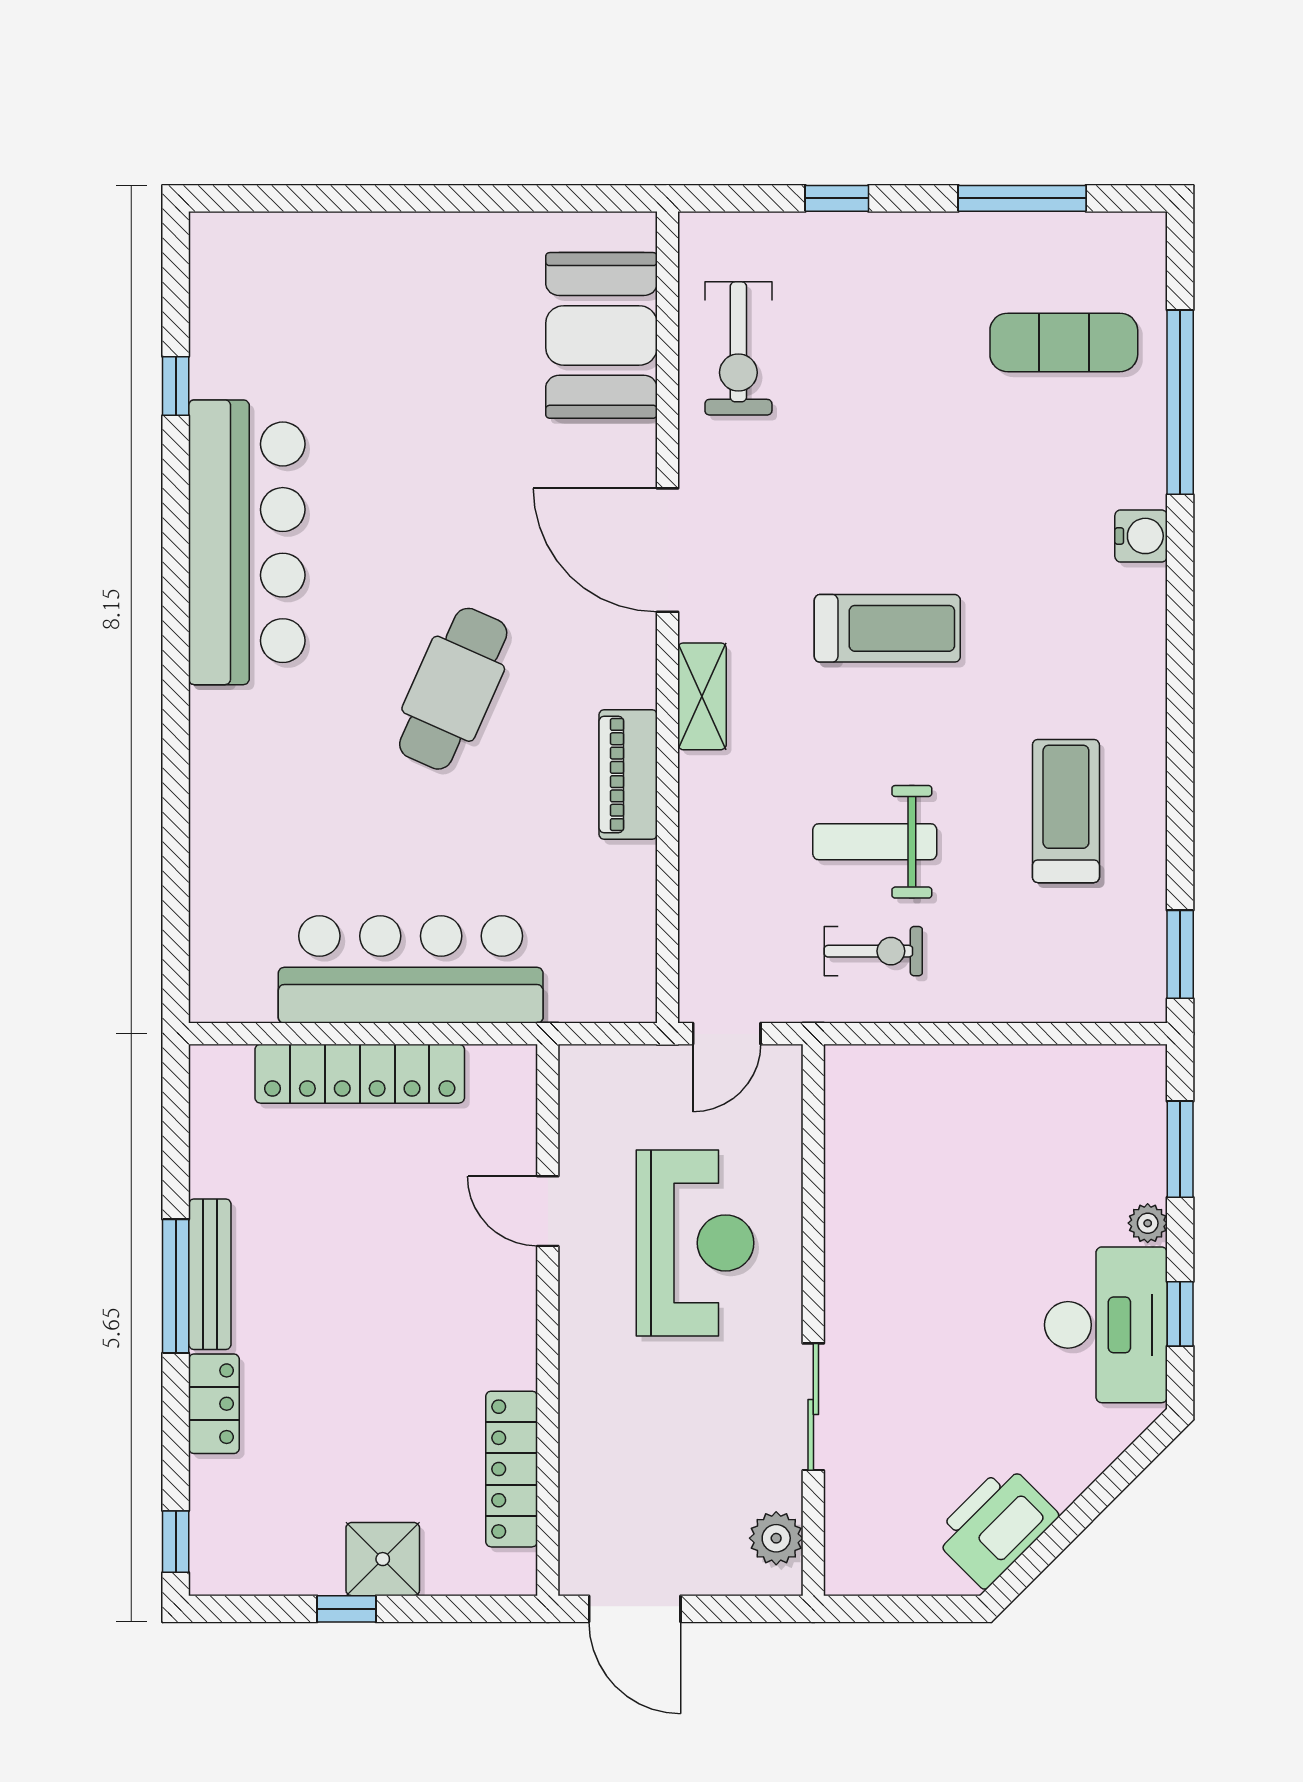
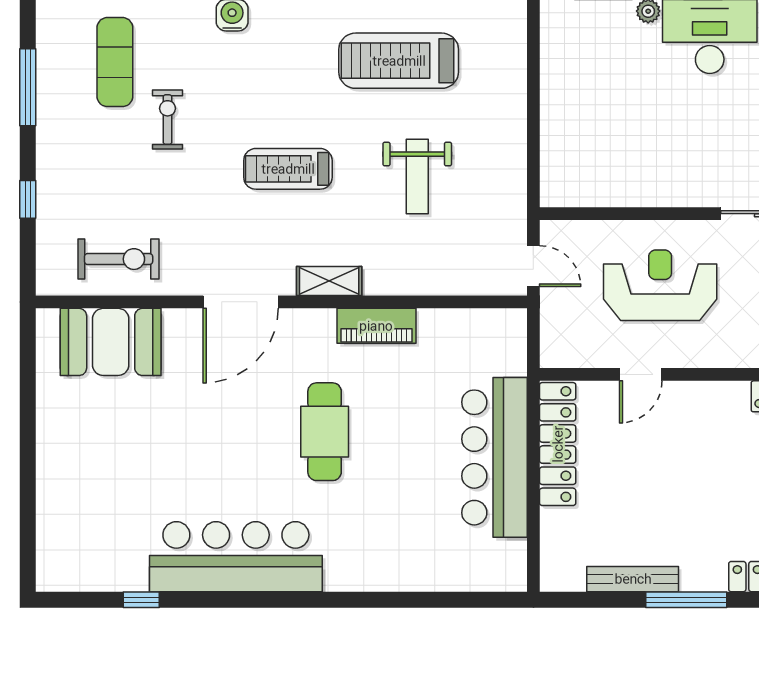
treadmill: (887, 628) -> (288, 169), turned -90
cafe table: (453, 689) -> (325, 432), turned 66
treadmill: (1066, 811) -> (399, 61), width x1.37, depth x1.38
exercise bike: (873, 951) -> (168, 120), moved
locker: (360, 1074) -> (558, 444), moved
bench: (210, 1274) -> (633, 579), moved

